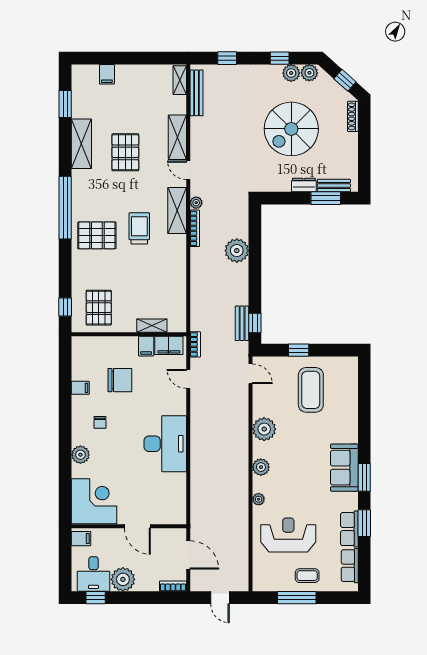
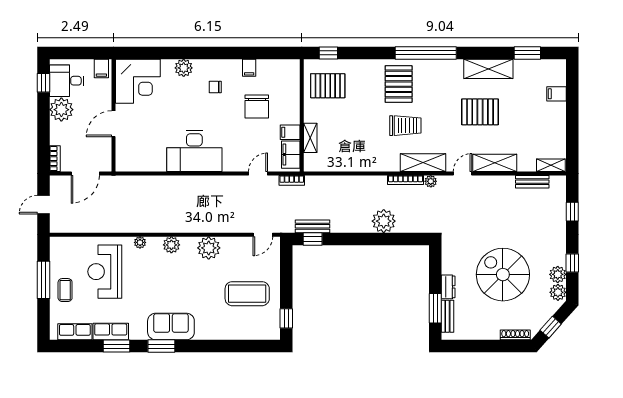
bench: (197, 93) -> (532, 182), width x0.73
window: (299, 350) -> (286, 318), moved
reception desk: (288, 535) -> (105, 272), turned 180

